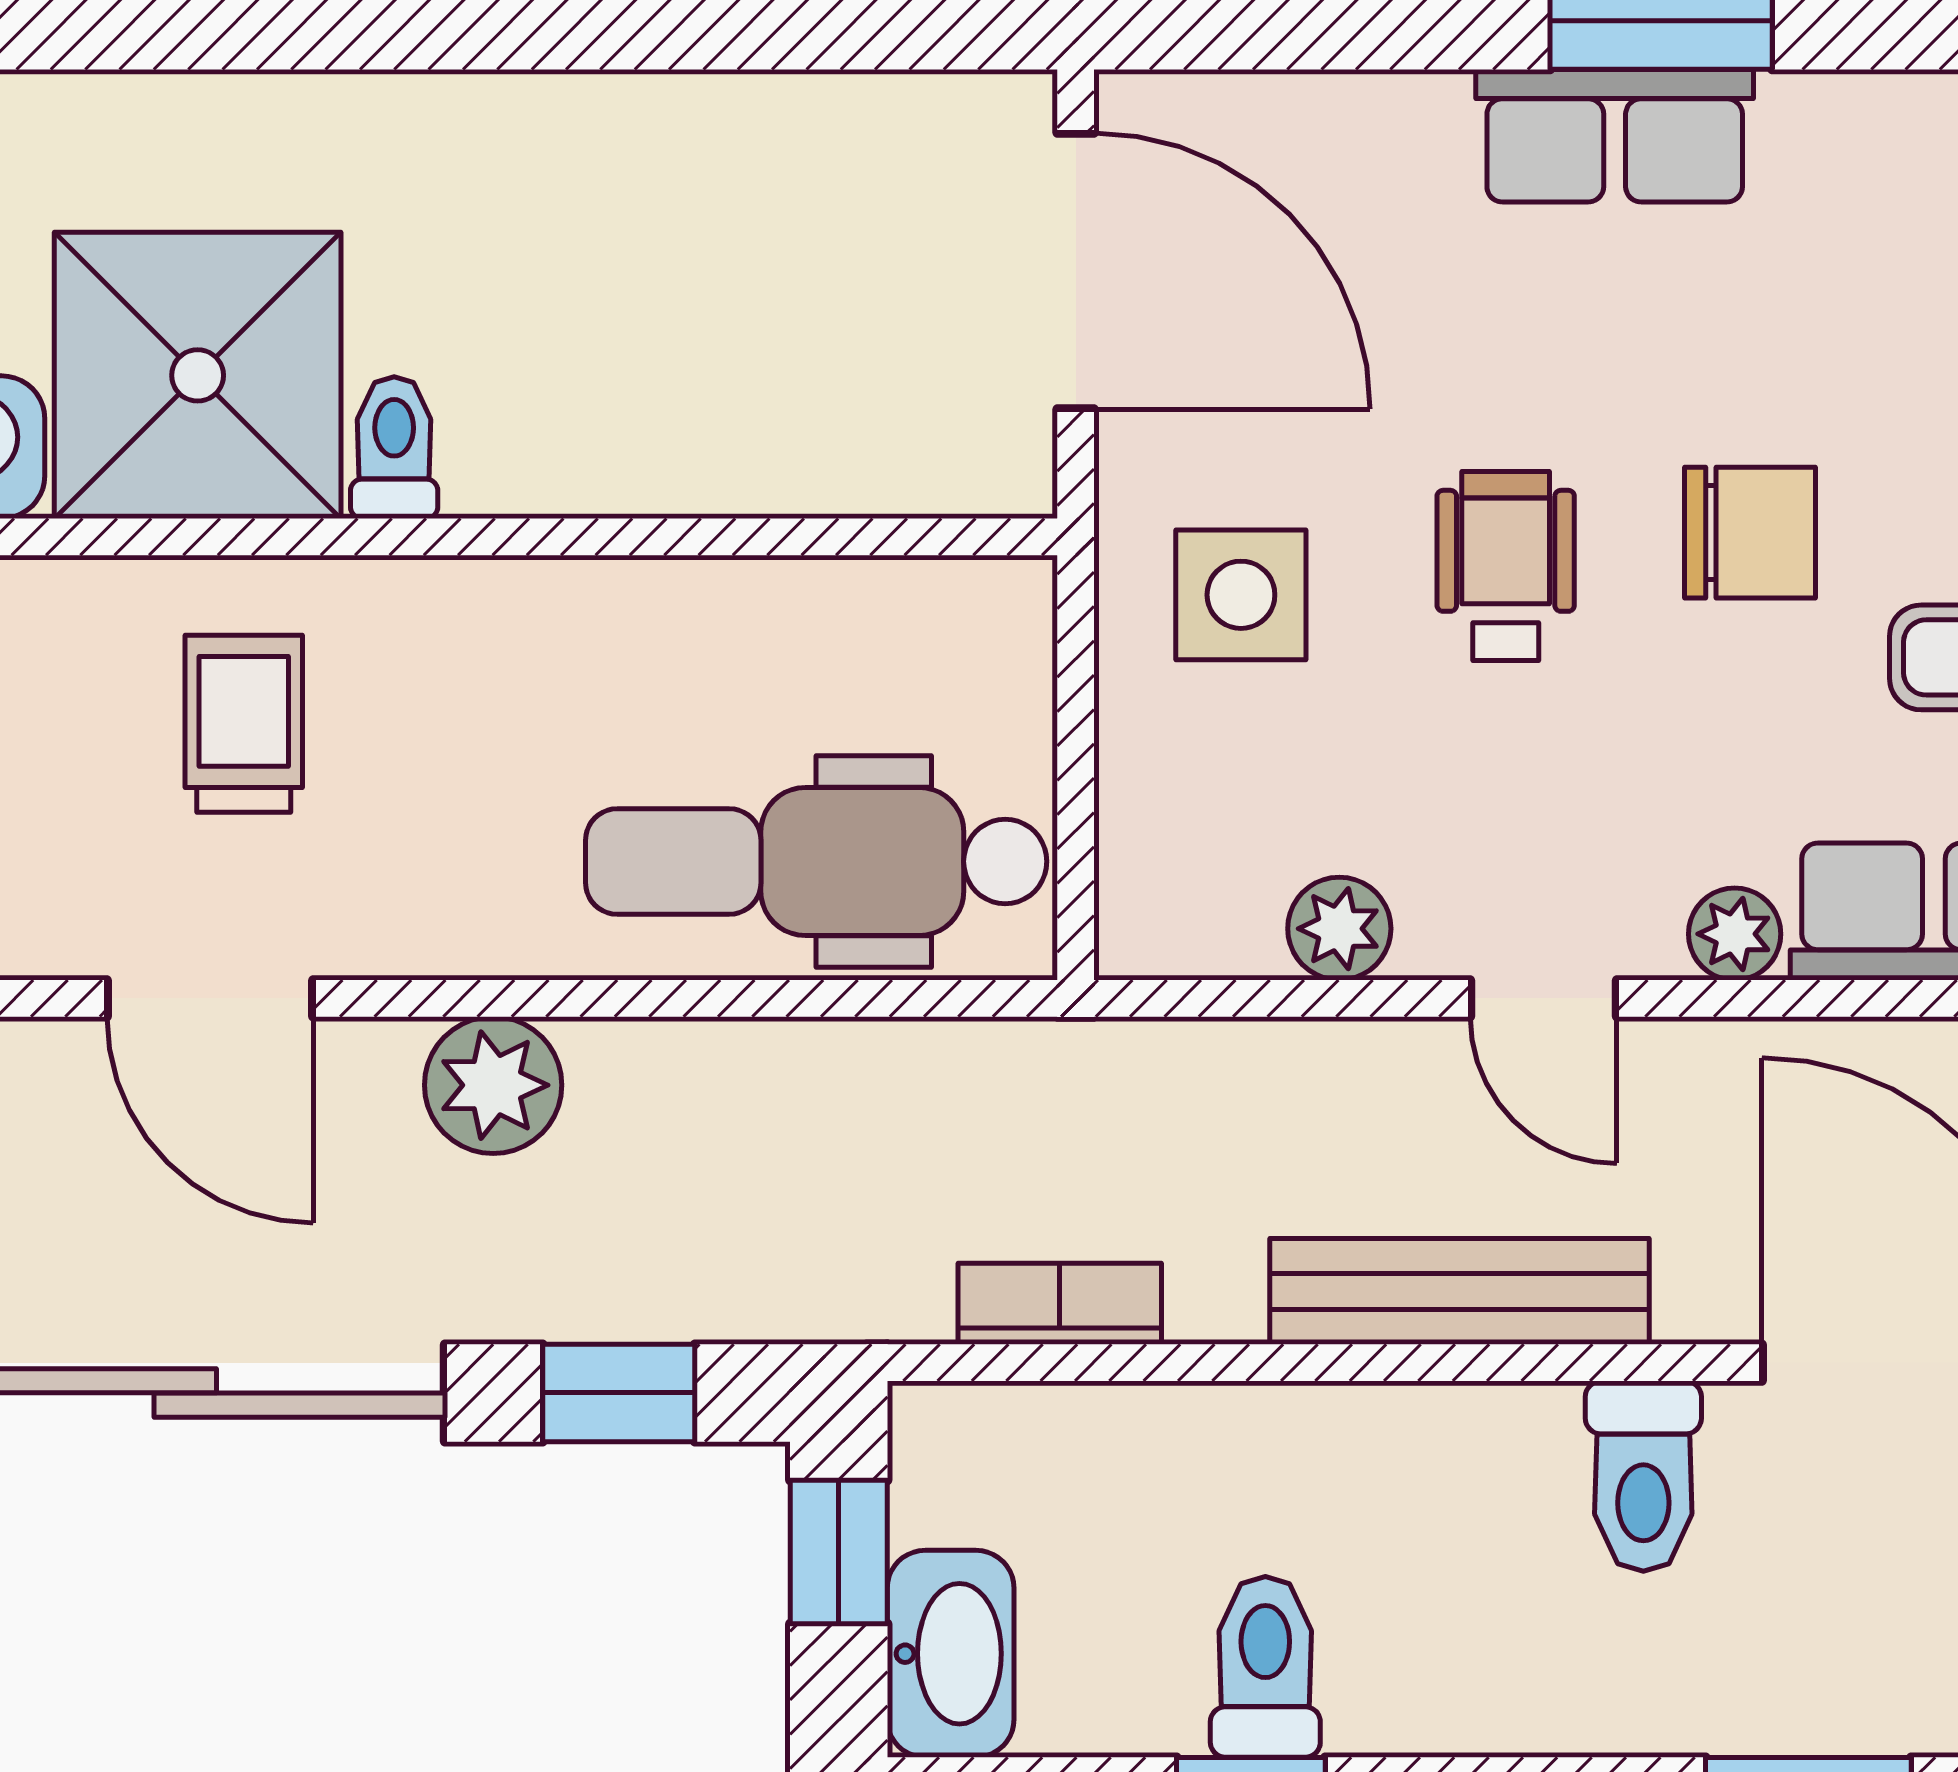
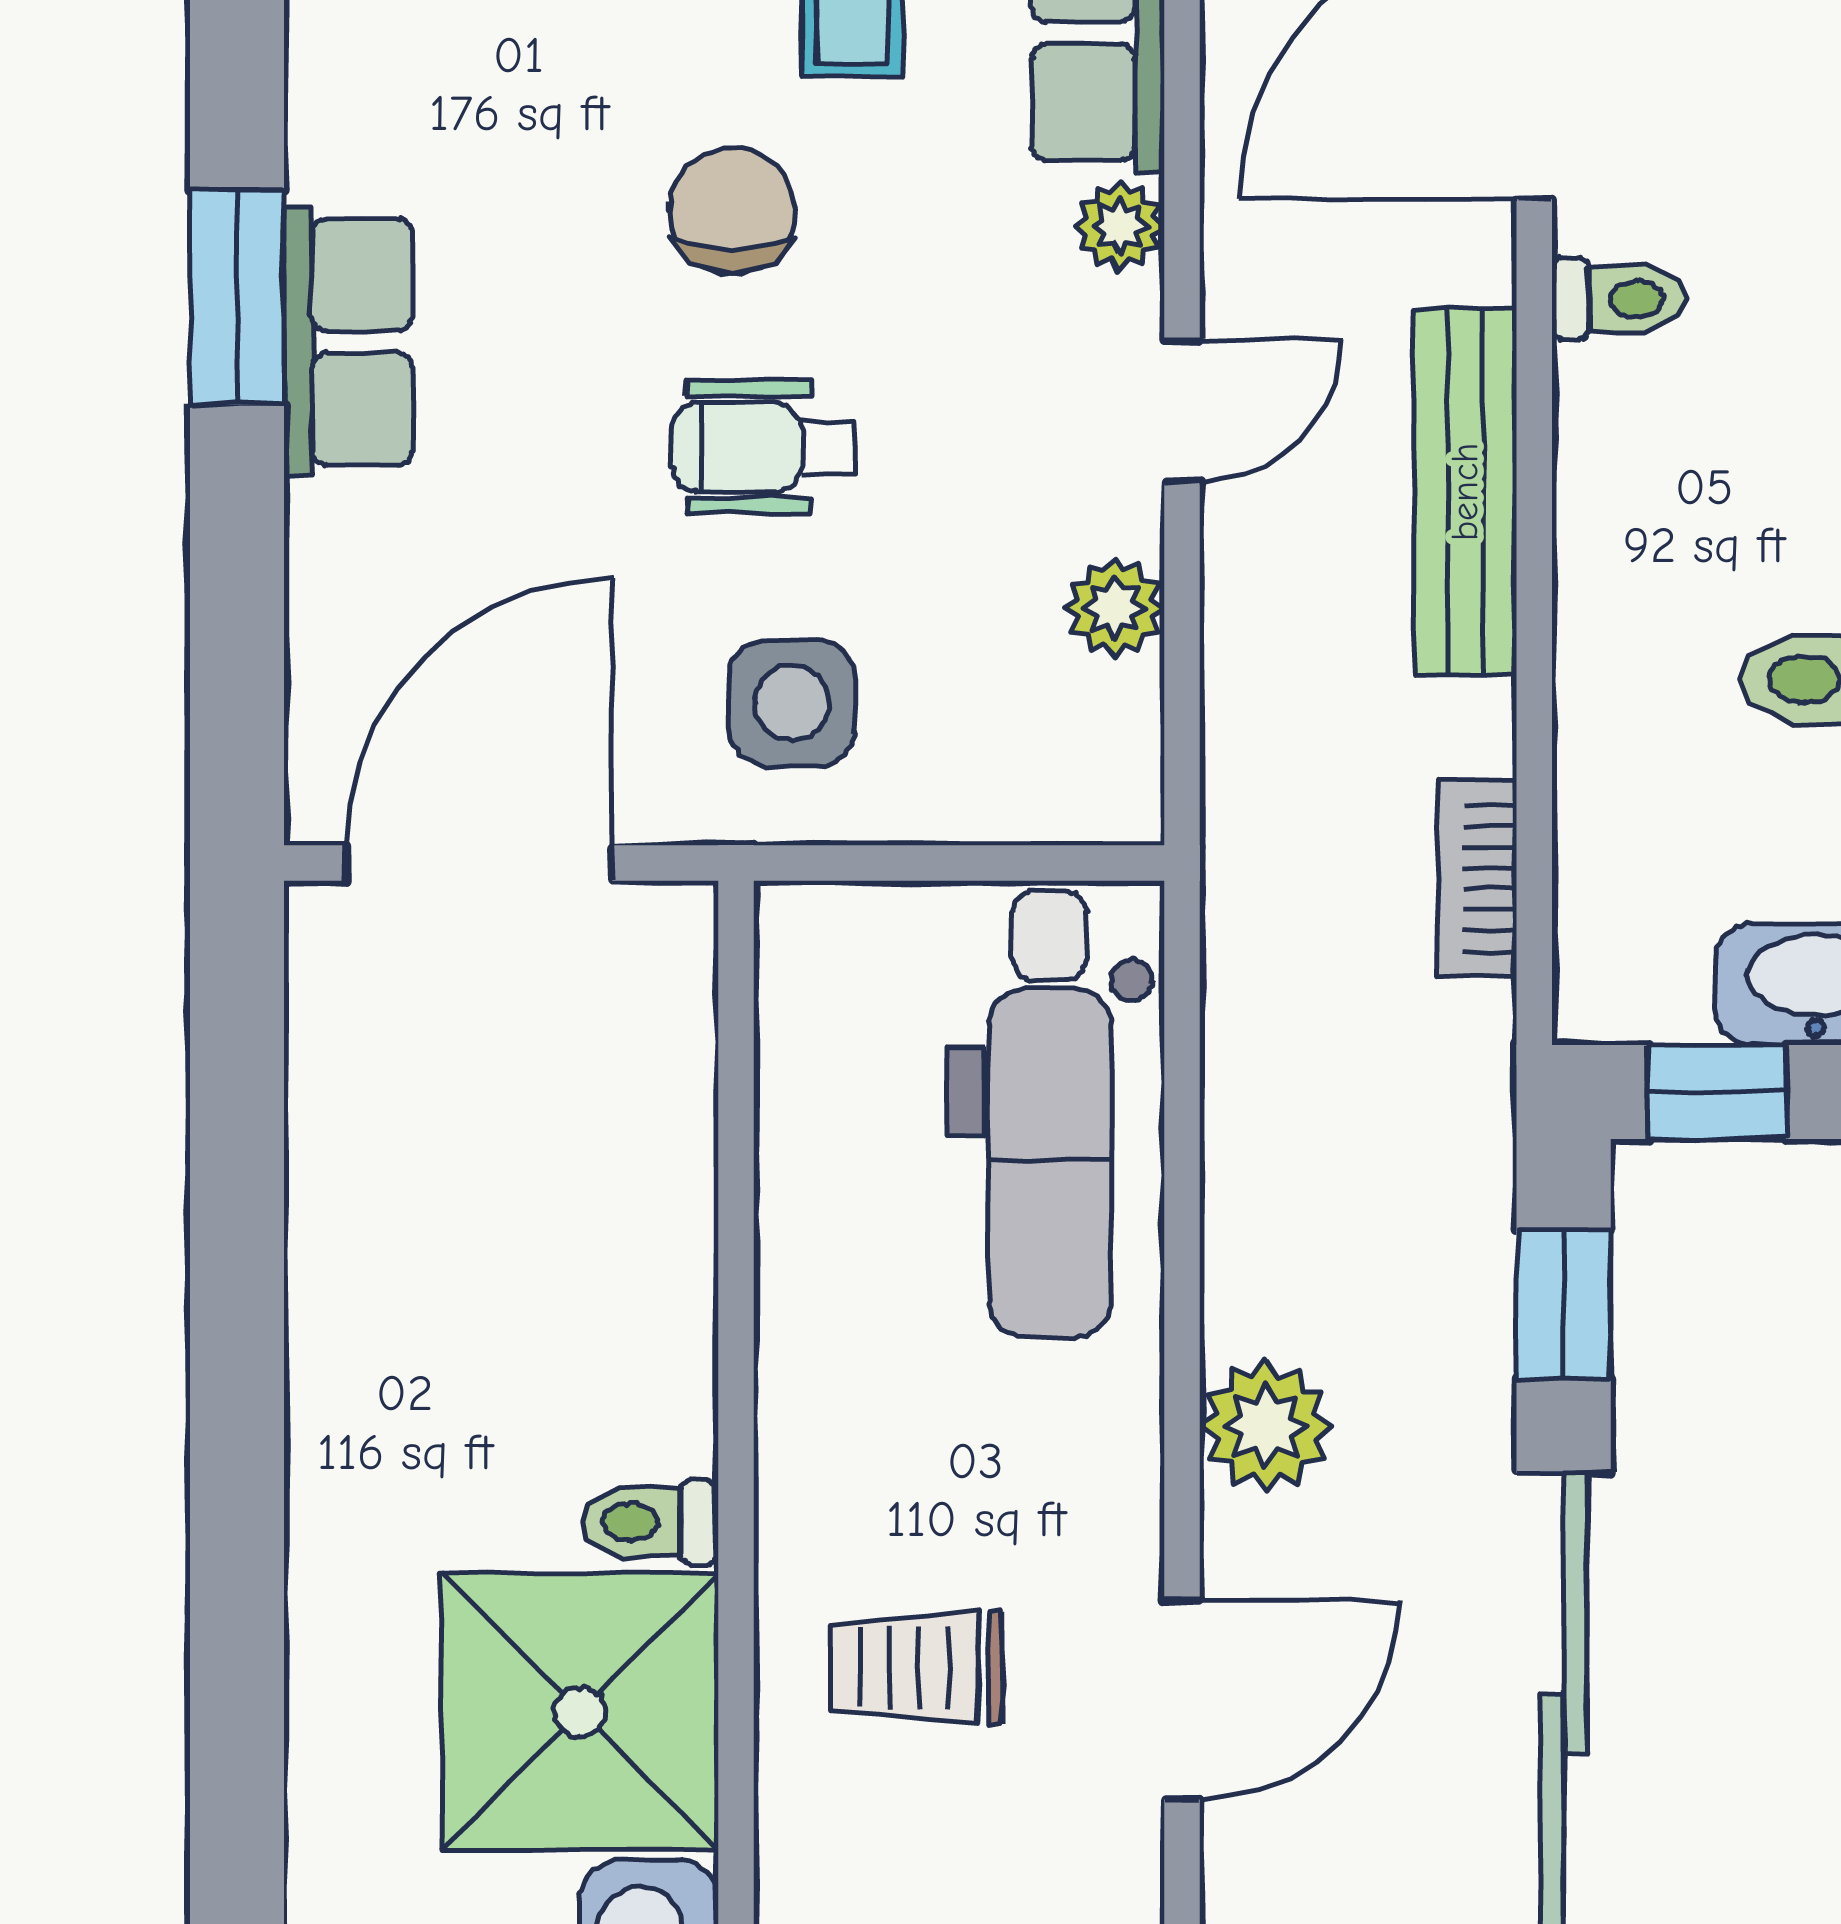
toilet: (1643, 1476) -> (1618, 299), width x0.73, depth x0.72

